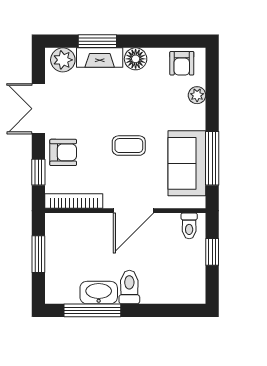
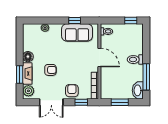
armchair: (182, 63) -> (50, 70), moved
coffee table: (129, 146) -> (69, 60), removed
window: (212, 158) -> (75, 21), width x0.46
window: (212, 252) -> (131, 21), moved
washbasin: (99, 293) -> (138, 90), moved

